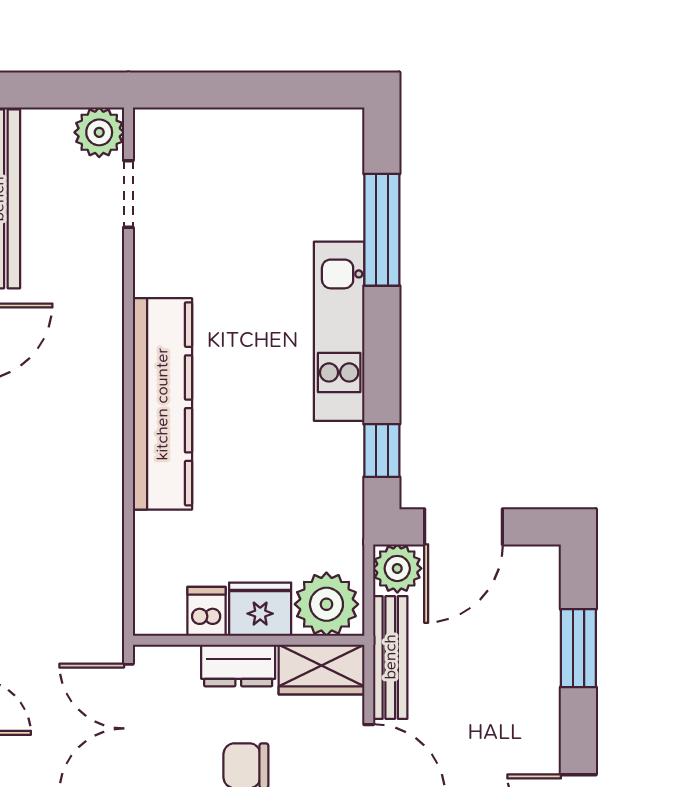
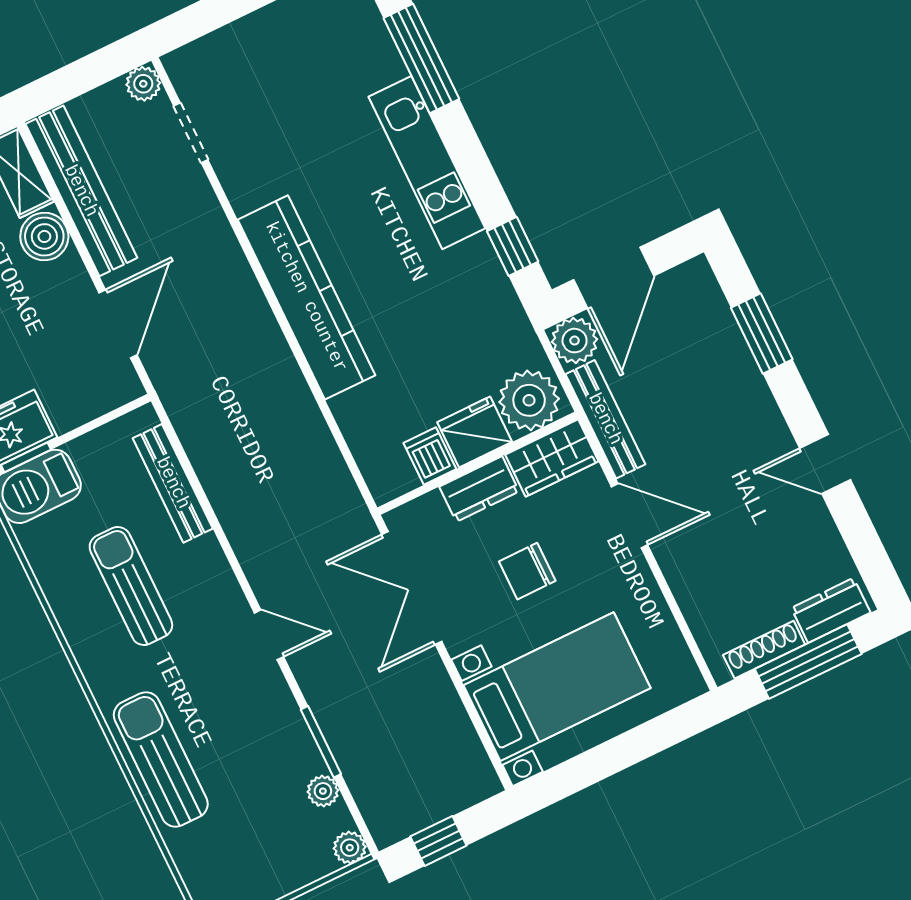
plant: (99, 132) -> (143, 84), width x0.73, depth x0.73

